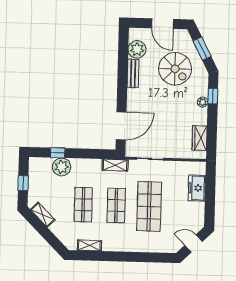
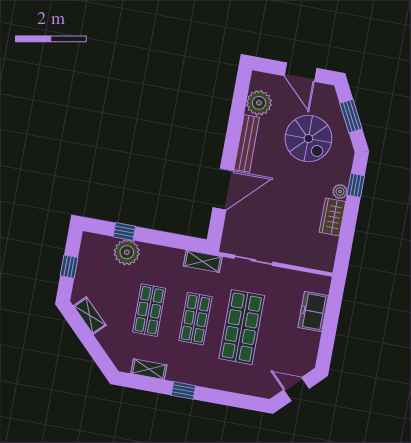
bench: (133, 74) -> (247, 143), width x1.36
door: (121, 126) -> (223, 189), moved
wardrobe: (200, 138) -> (332, 217), moved
window: (116, 256) -> (183, 390), added

